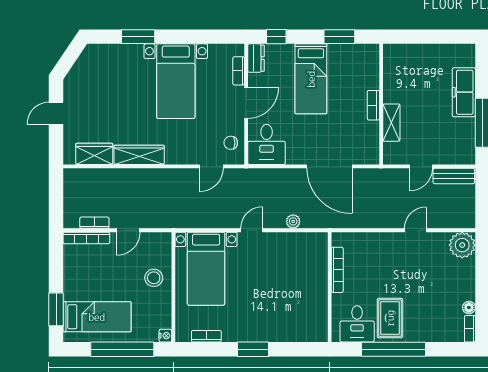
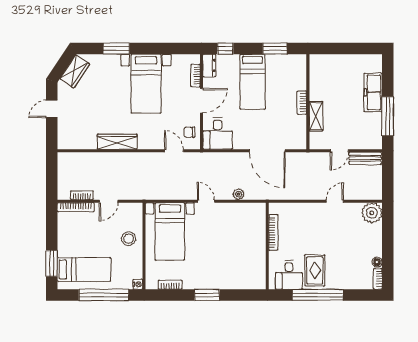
wardrobe: (94, 154) -> (75, 71), moved, turned 124
door: (211, 166) -> (174, 151), swing flipped
door: (252, 230) -> (206, 201), hinge flipped

